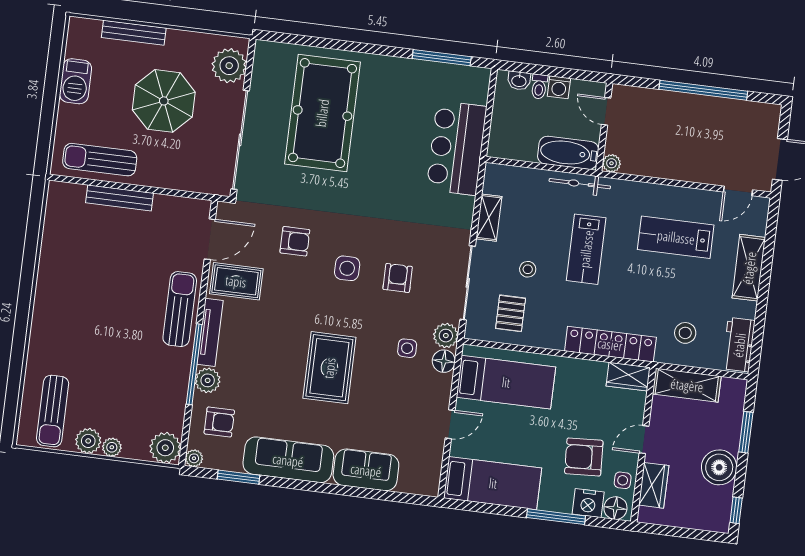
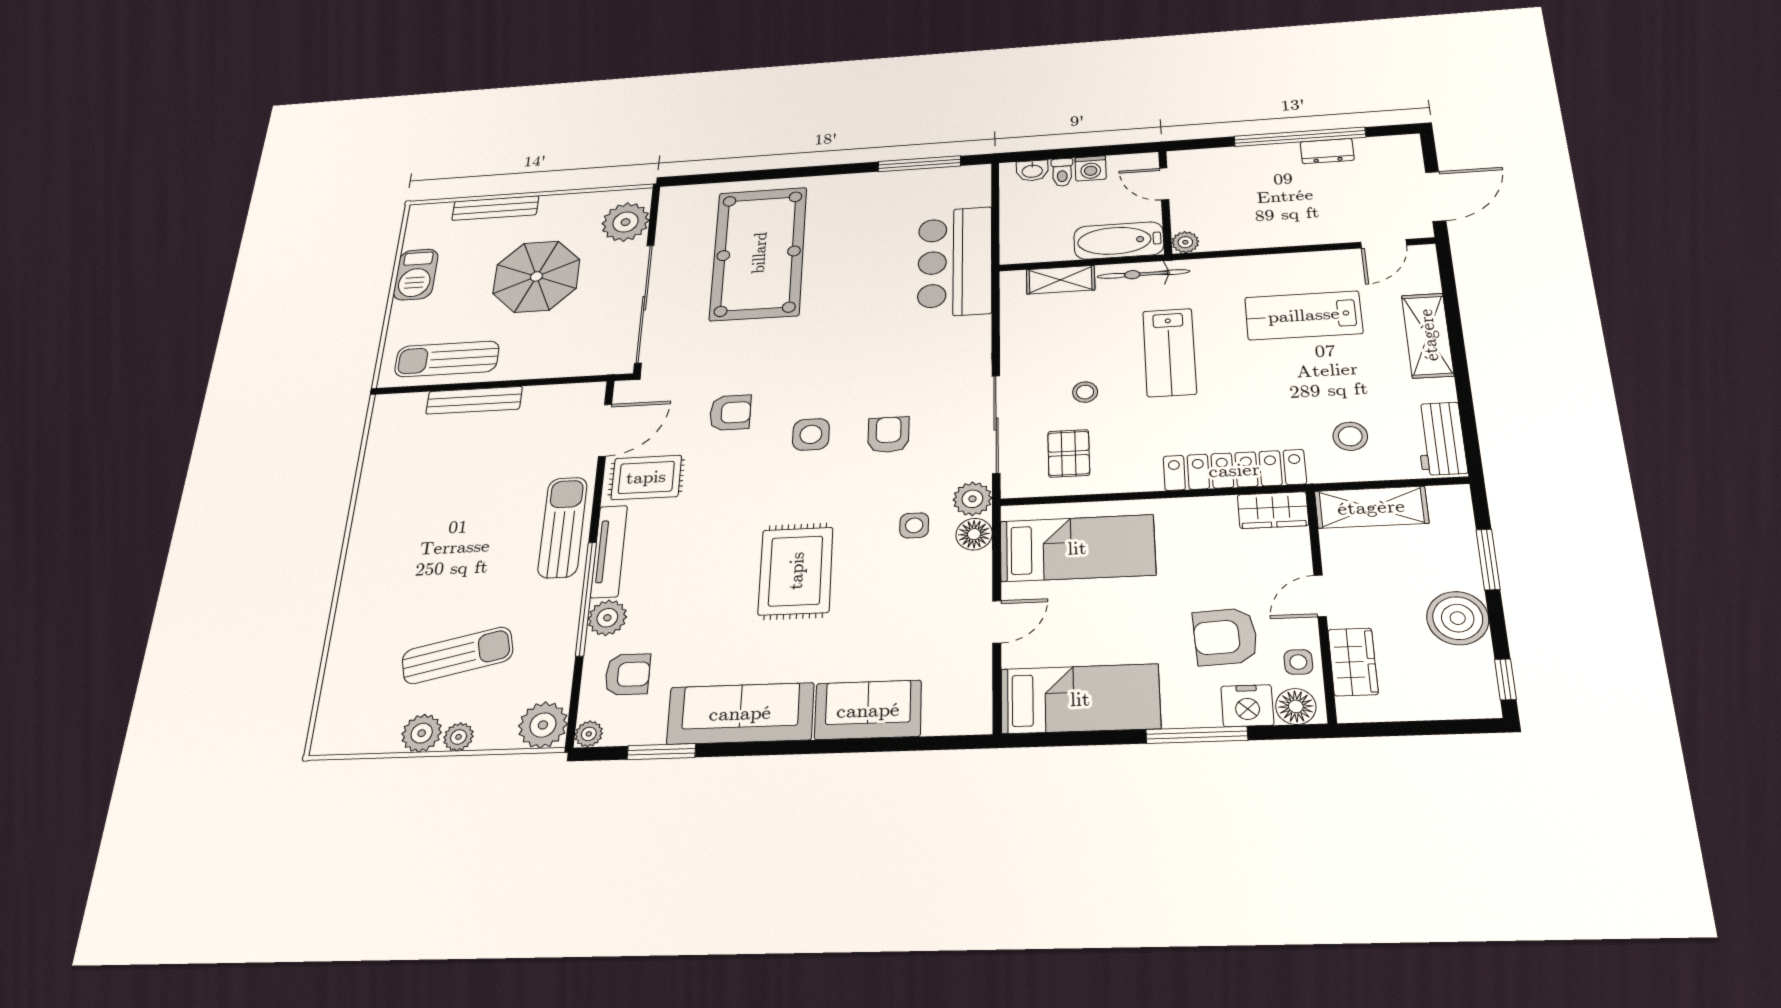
dresser: (719, 106) -> (1327, 151), added
shelving: (489, 218) -> (1060, 280), moved, turned 90
sun lounger: (53, 411) -> (457, 655), moved, turned -103

